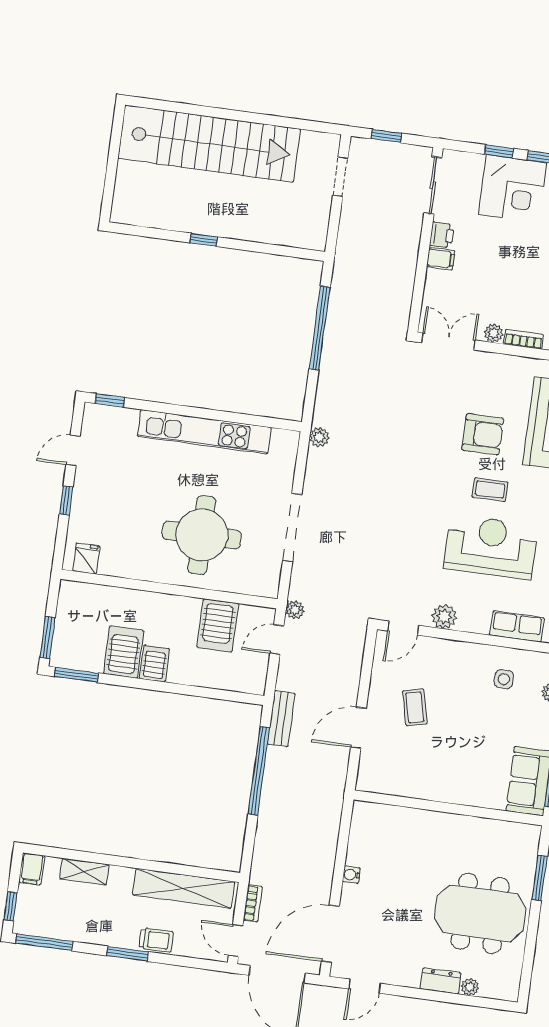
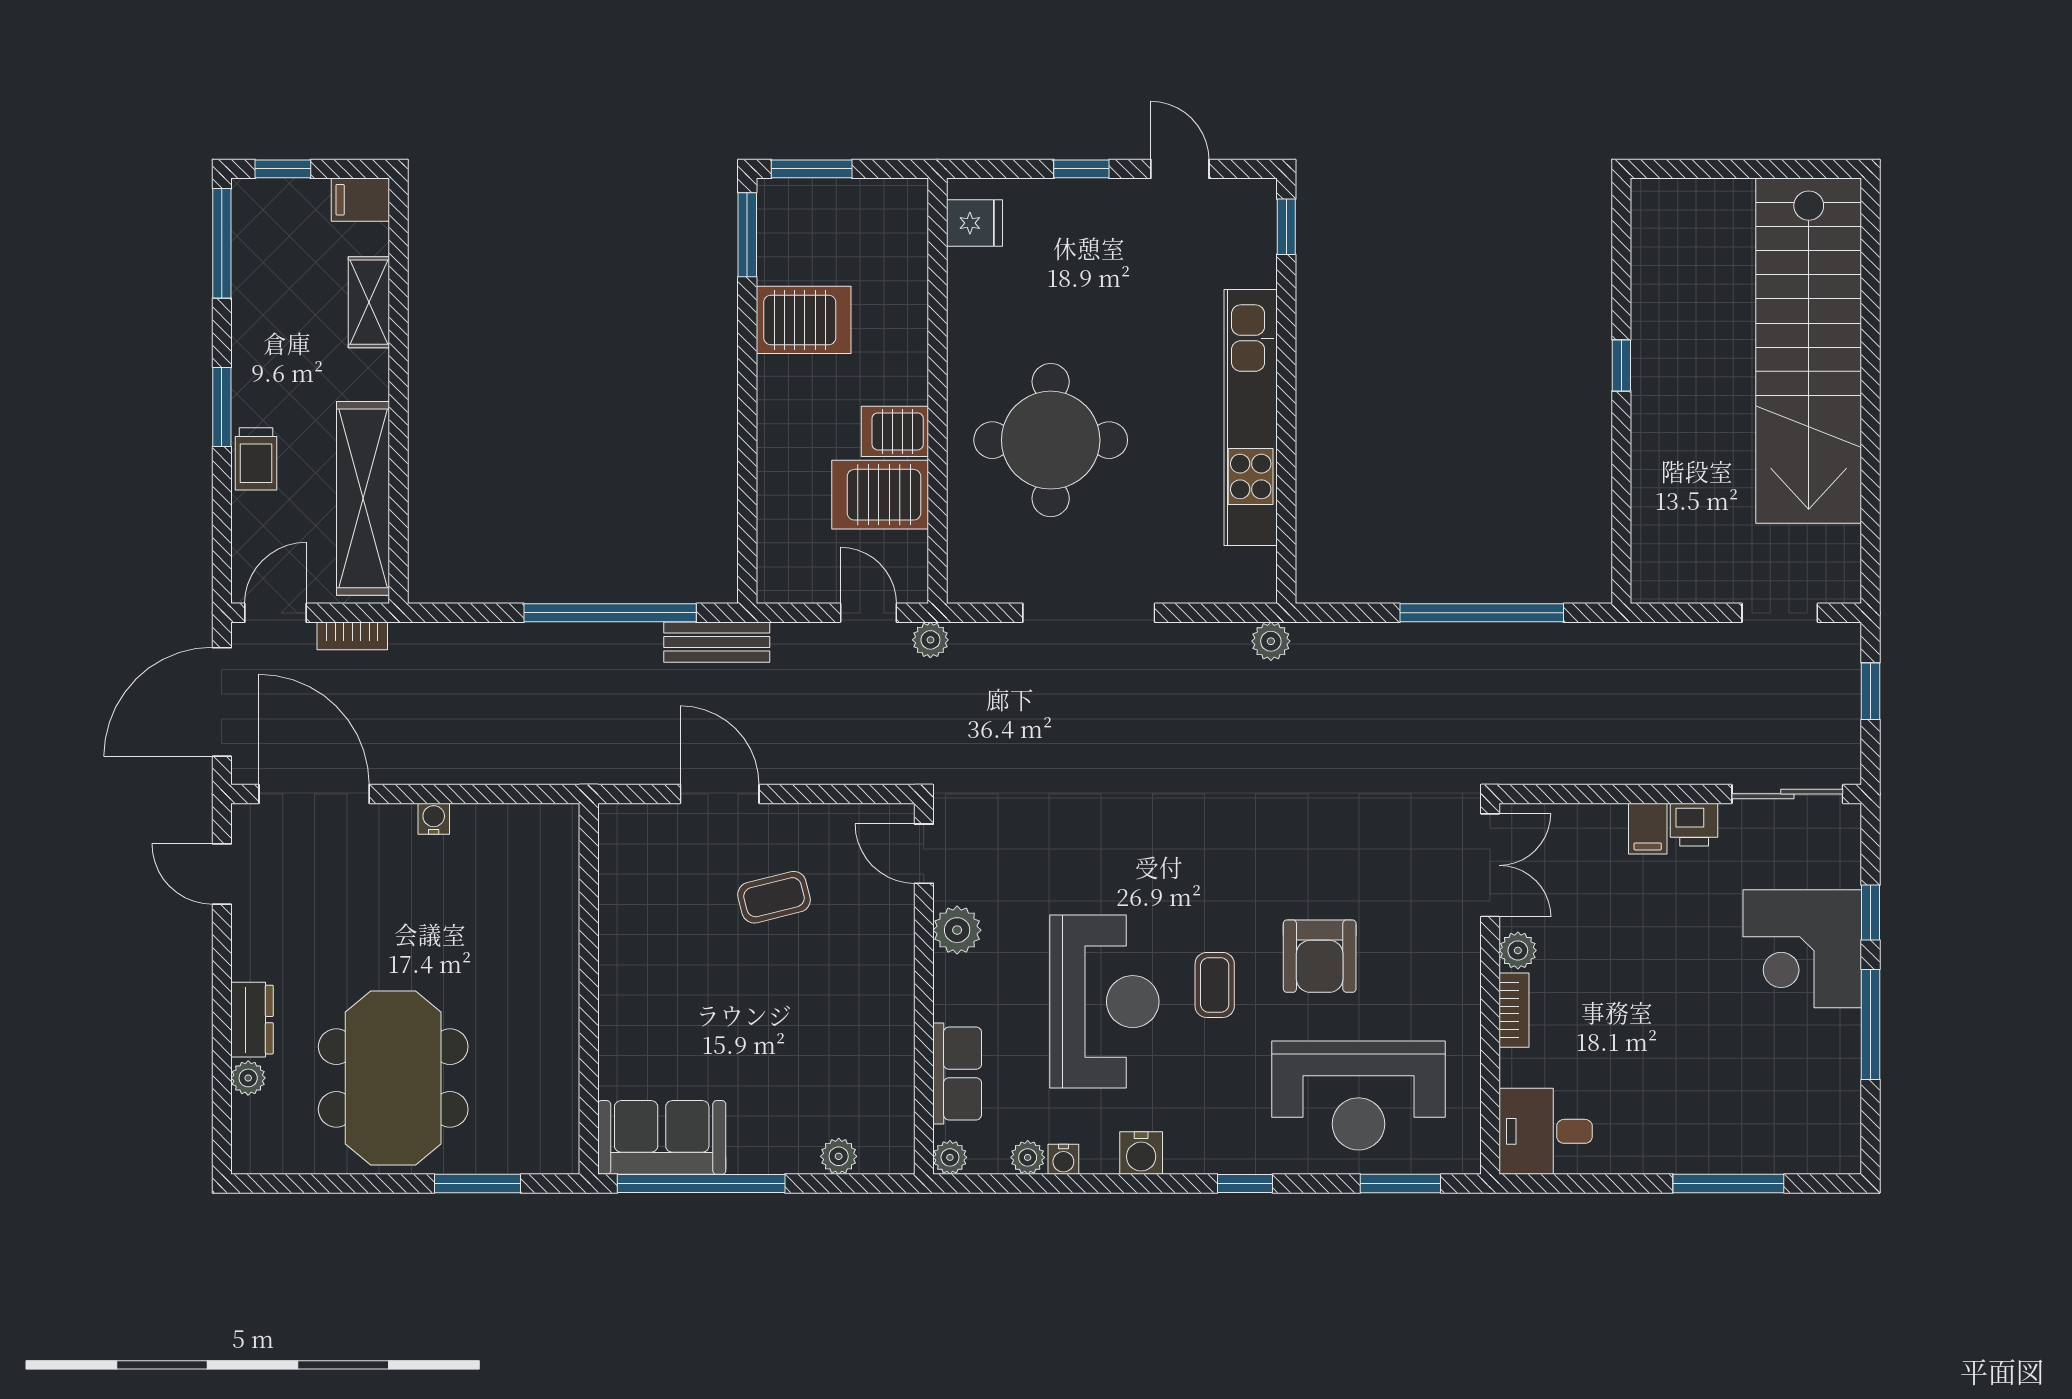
server rack: (154, 663) -> (895, 431), moved, turned 180
side table: (504, 679) -> (852, 1062), removed

